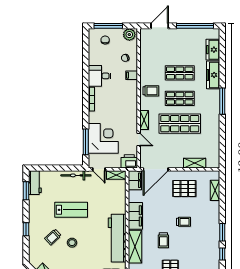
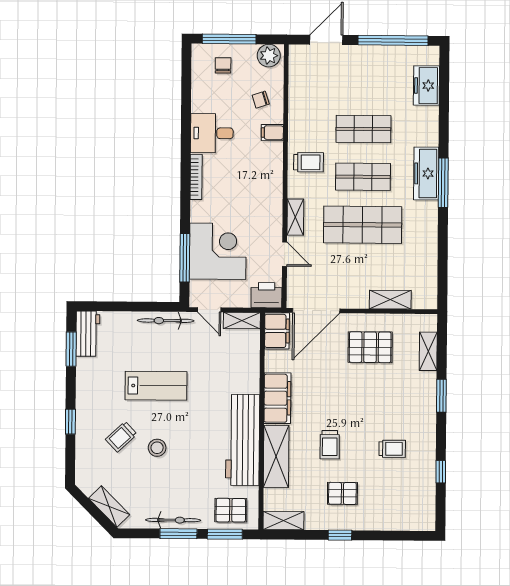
freezer: (213, 75) -> (426, 174), moved
trolley: (184, 222) -> (392, 449), moved
window: (222, 232) -> (441, 396), moved

